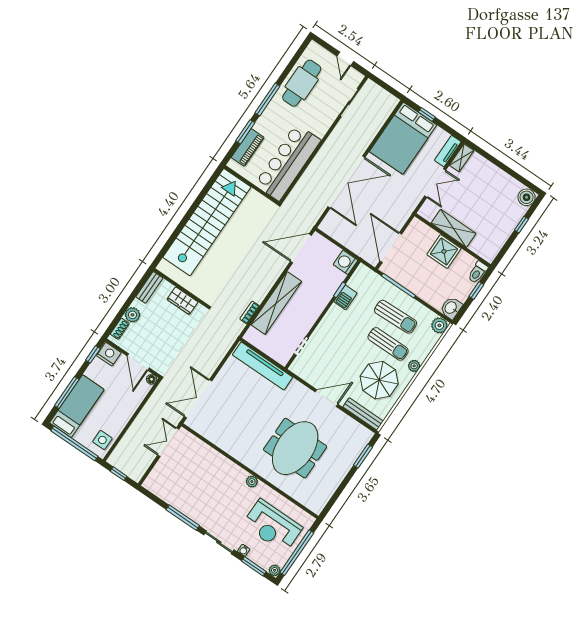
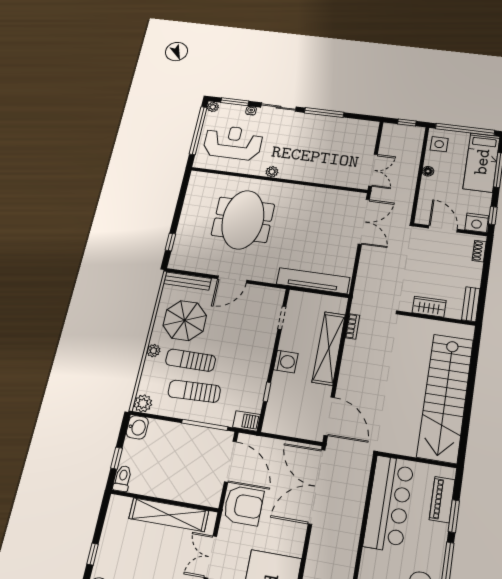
double door: (346, 182) -> (317, 487), moved
armchair: (395, 210) -> (243, 506), added
shelving: (454, 228) -> (169, 515), width x1.47
door: (301, 248) -> (329, 416), hinge flipped
shower: (444, 251) -> (169, 484), removed
washing machine: (345, 262) -> (286, 362), moved
barbecue: (345, 297) -> (247, 421), moved, turned 90
plant: (132, 315) -> (474, 270), removed
floor lamp: (152, 379) -> (428, 171), moved
window: (363, 456) -> (170, 242), width x0.67

